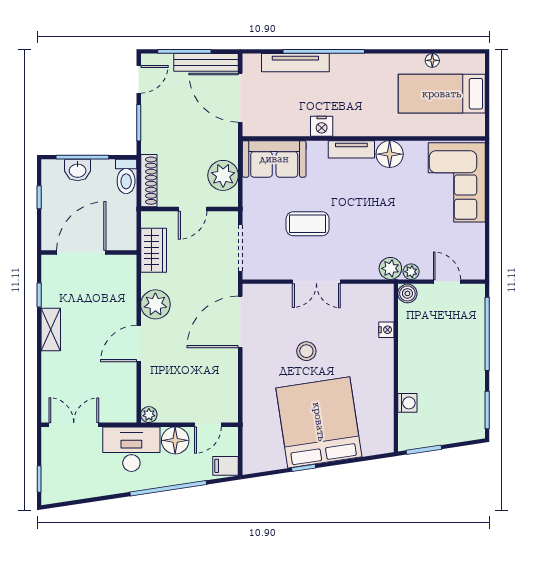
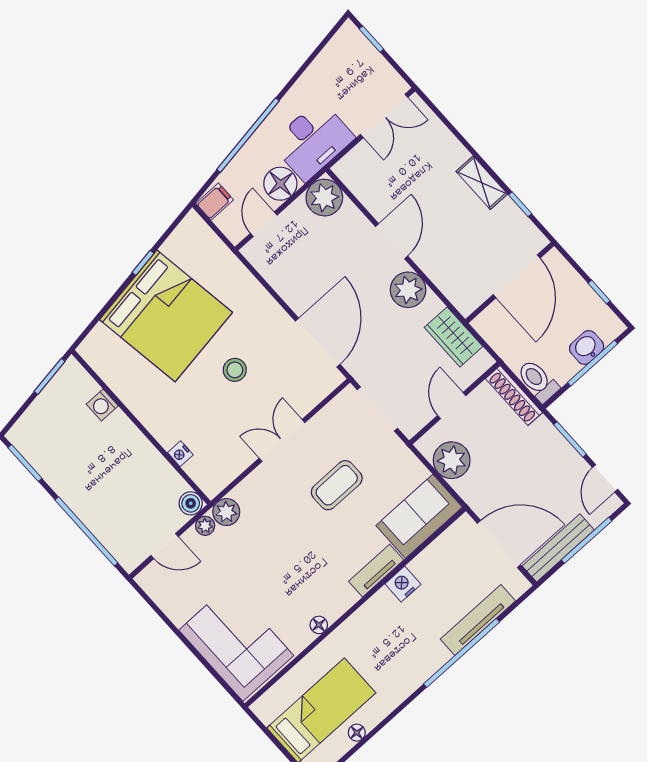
tv unit: (351, 149) -> (376, 571), moved
floor lamp: (390, 154) -> (319, 625), width x0.53, depth x0.53
plant: (149, 415) -> (324, 198), width x1.87, depth x1.87

